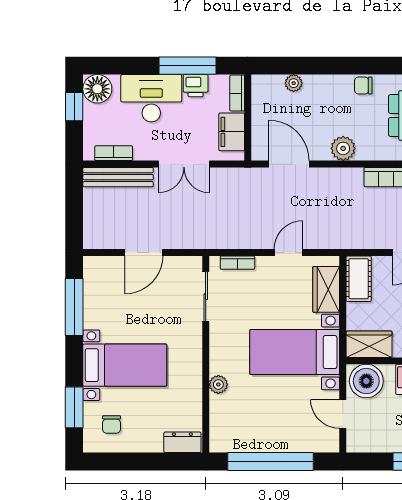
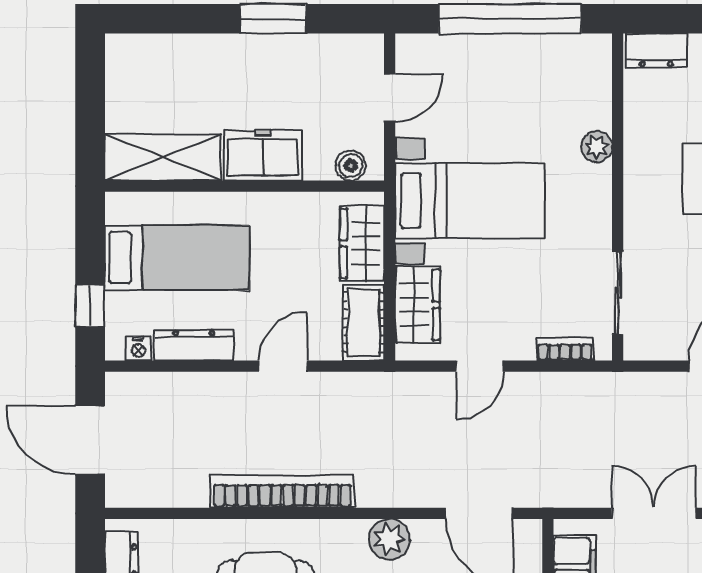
wardrobe: (369, 344) -> (362, 243), moved, turned 90
boiler: (366, 381) -> (351, 165), width x0.54, depth x0.54
door: (343, 414) -> (390, 98), hinge flipped

